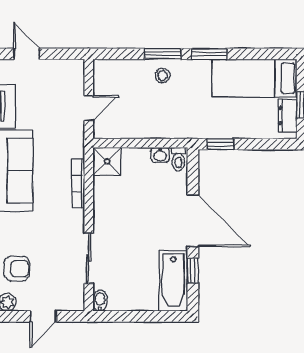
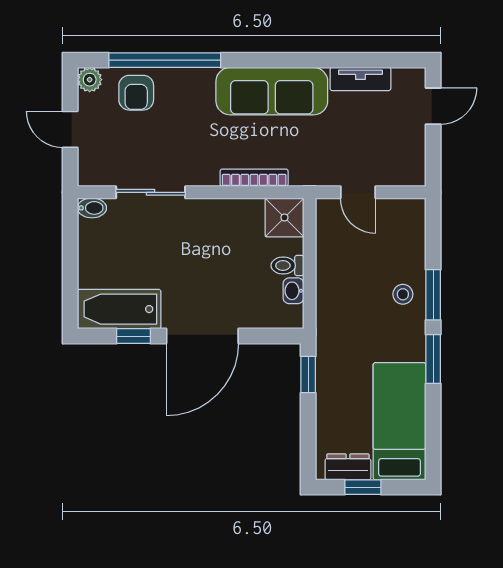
toilet: (178, 159) -> (287, 266), moved

